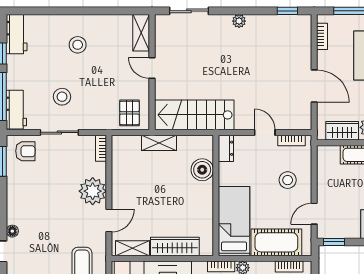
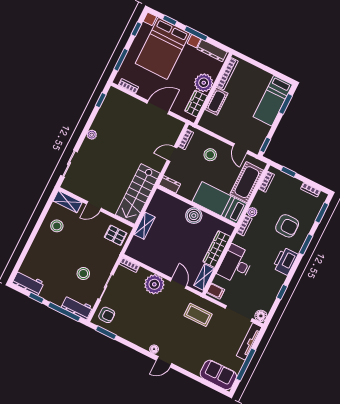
stool: (78, 45) -> (57, 226), moved
armchair: (25, 151) -> (107, 315), turned 90
boiler: (202, 170) -> (194, 216), moved

